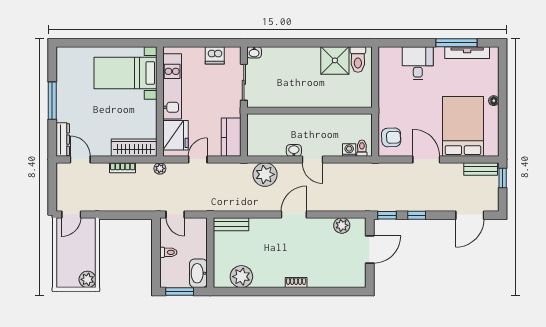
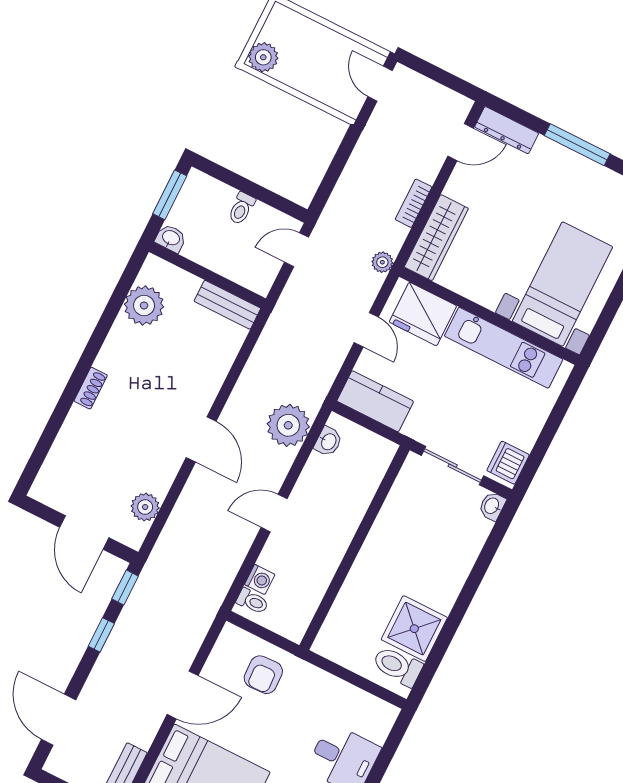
dishwasher: (215, 55) -> (508, 463), moved
armchair: (391, 137) -> (263, 675), moved
washbasin: (294, 150) -> (328, 441), moved
bench: (231, 224) -> (227, 305), moved, turned 90
washbasin: (198, 273) -> (171, 238), width x0.52, depth x0.69

